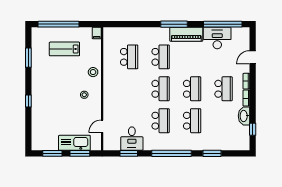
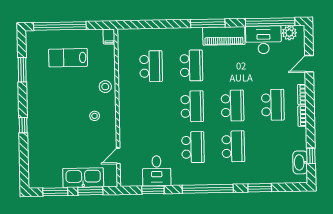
plant: (238, 33) -> (289, 33), added
washbasin: (244, 116) -> (300, 162), moved

